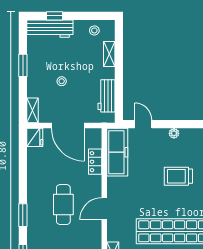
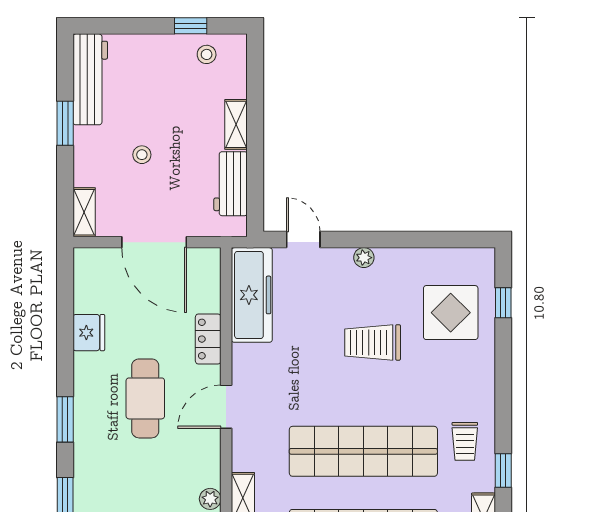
window: (55, 16) -> (191, 26), moved
workbench: (50, 29) -> (90, 79), moved, turned -90
shelving: (109, 54) -> (236, 124), moved
fridge: (35, 137) -> (89, 333), moved
locker: (95, 162) -> (208, 339), moved

